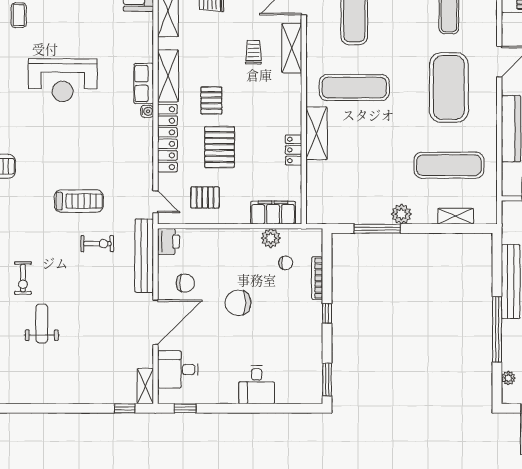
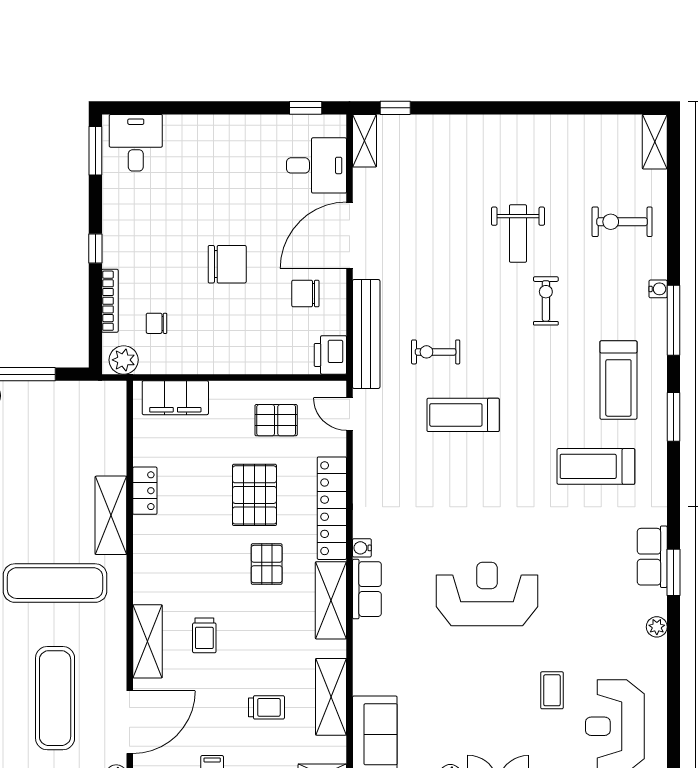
plant: (271, 238) -> (124, 360), moved
desk: (257, 385) -> (136, 143), moved

